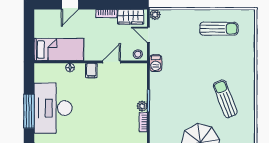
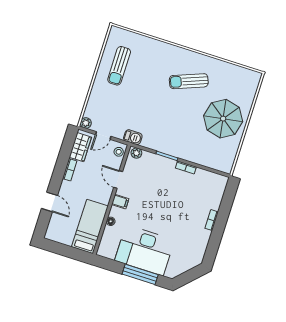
sun lounger: (219, 29) -> (119, 66), turned 180
plant: (142, 106) -> (136, 153), moved

